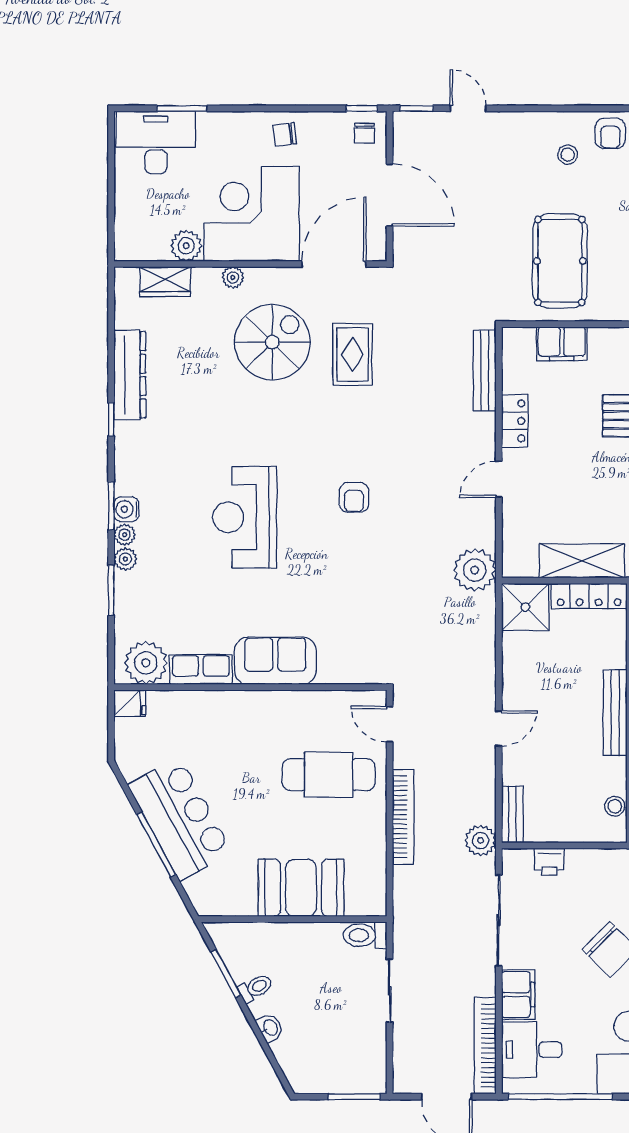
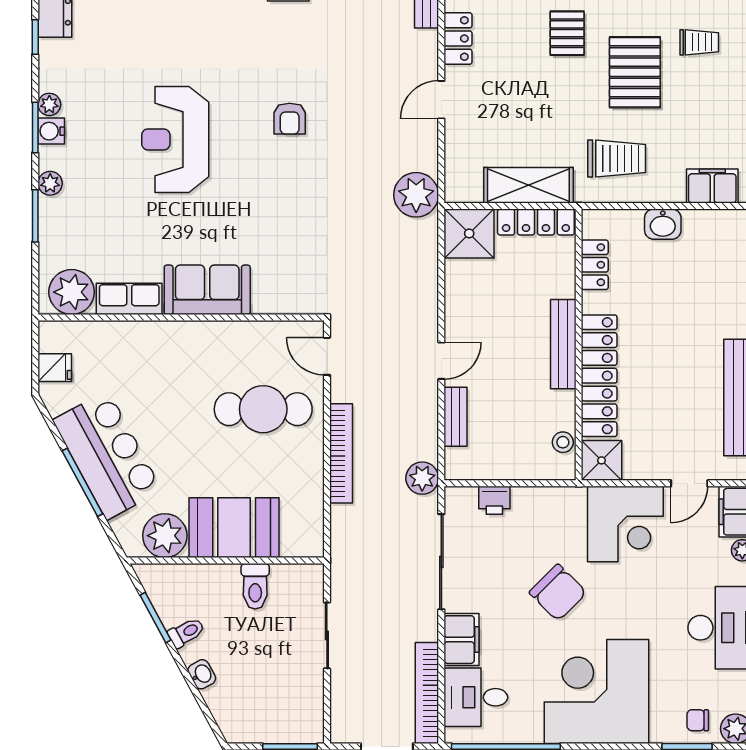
plant: (125, 535) -> (49, 104), moved
fridge: (130, 703) -> (55, 368), moved
bench: (512, 814) -> (456, 417), moved
plant: (235, 895) -> (165, 536), added
toilet: (365, 935) -> (255, 586), moved, turned -90

